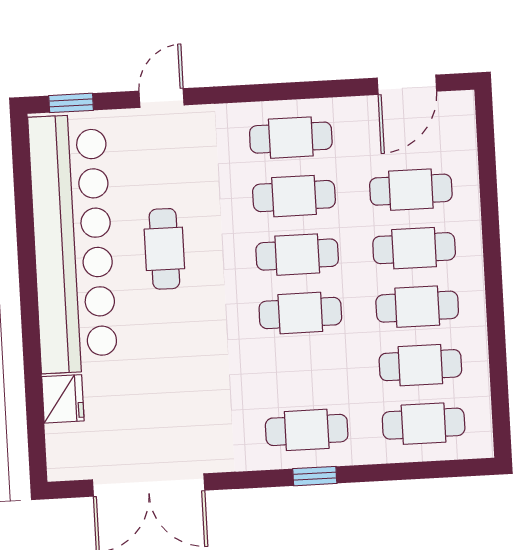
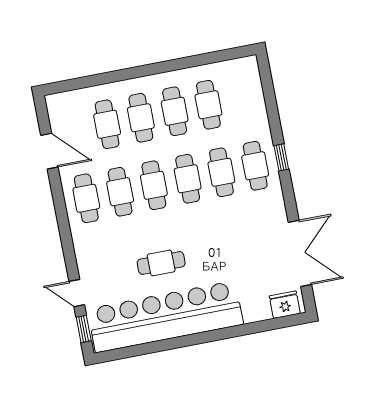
door: (407, 85) -> (49, 151), moved
door: (162, 98) -> (77, 293), moved
fridge: (63, 399) -> (285, 305), moved
cafe table: (424, 424) -> (221, 172), moved

